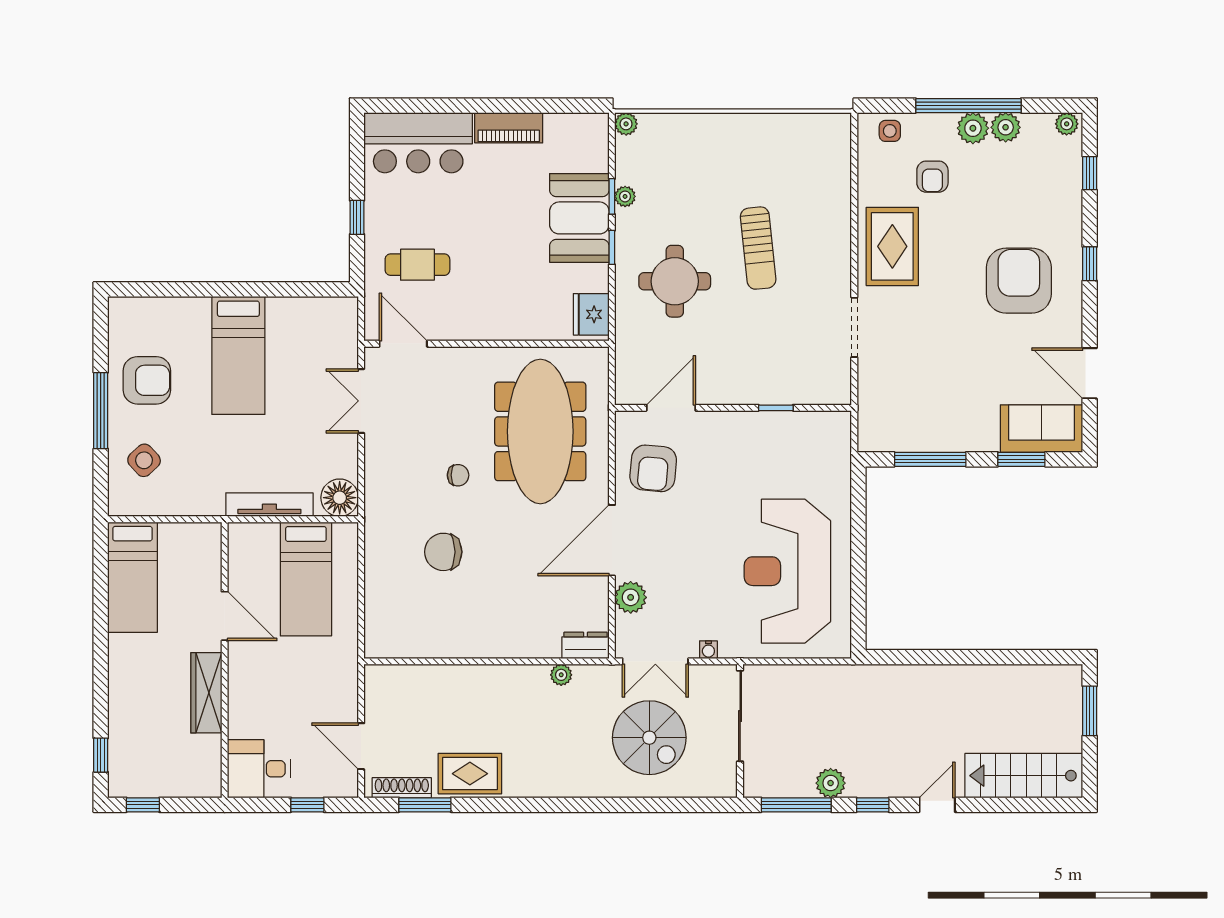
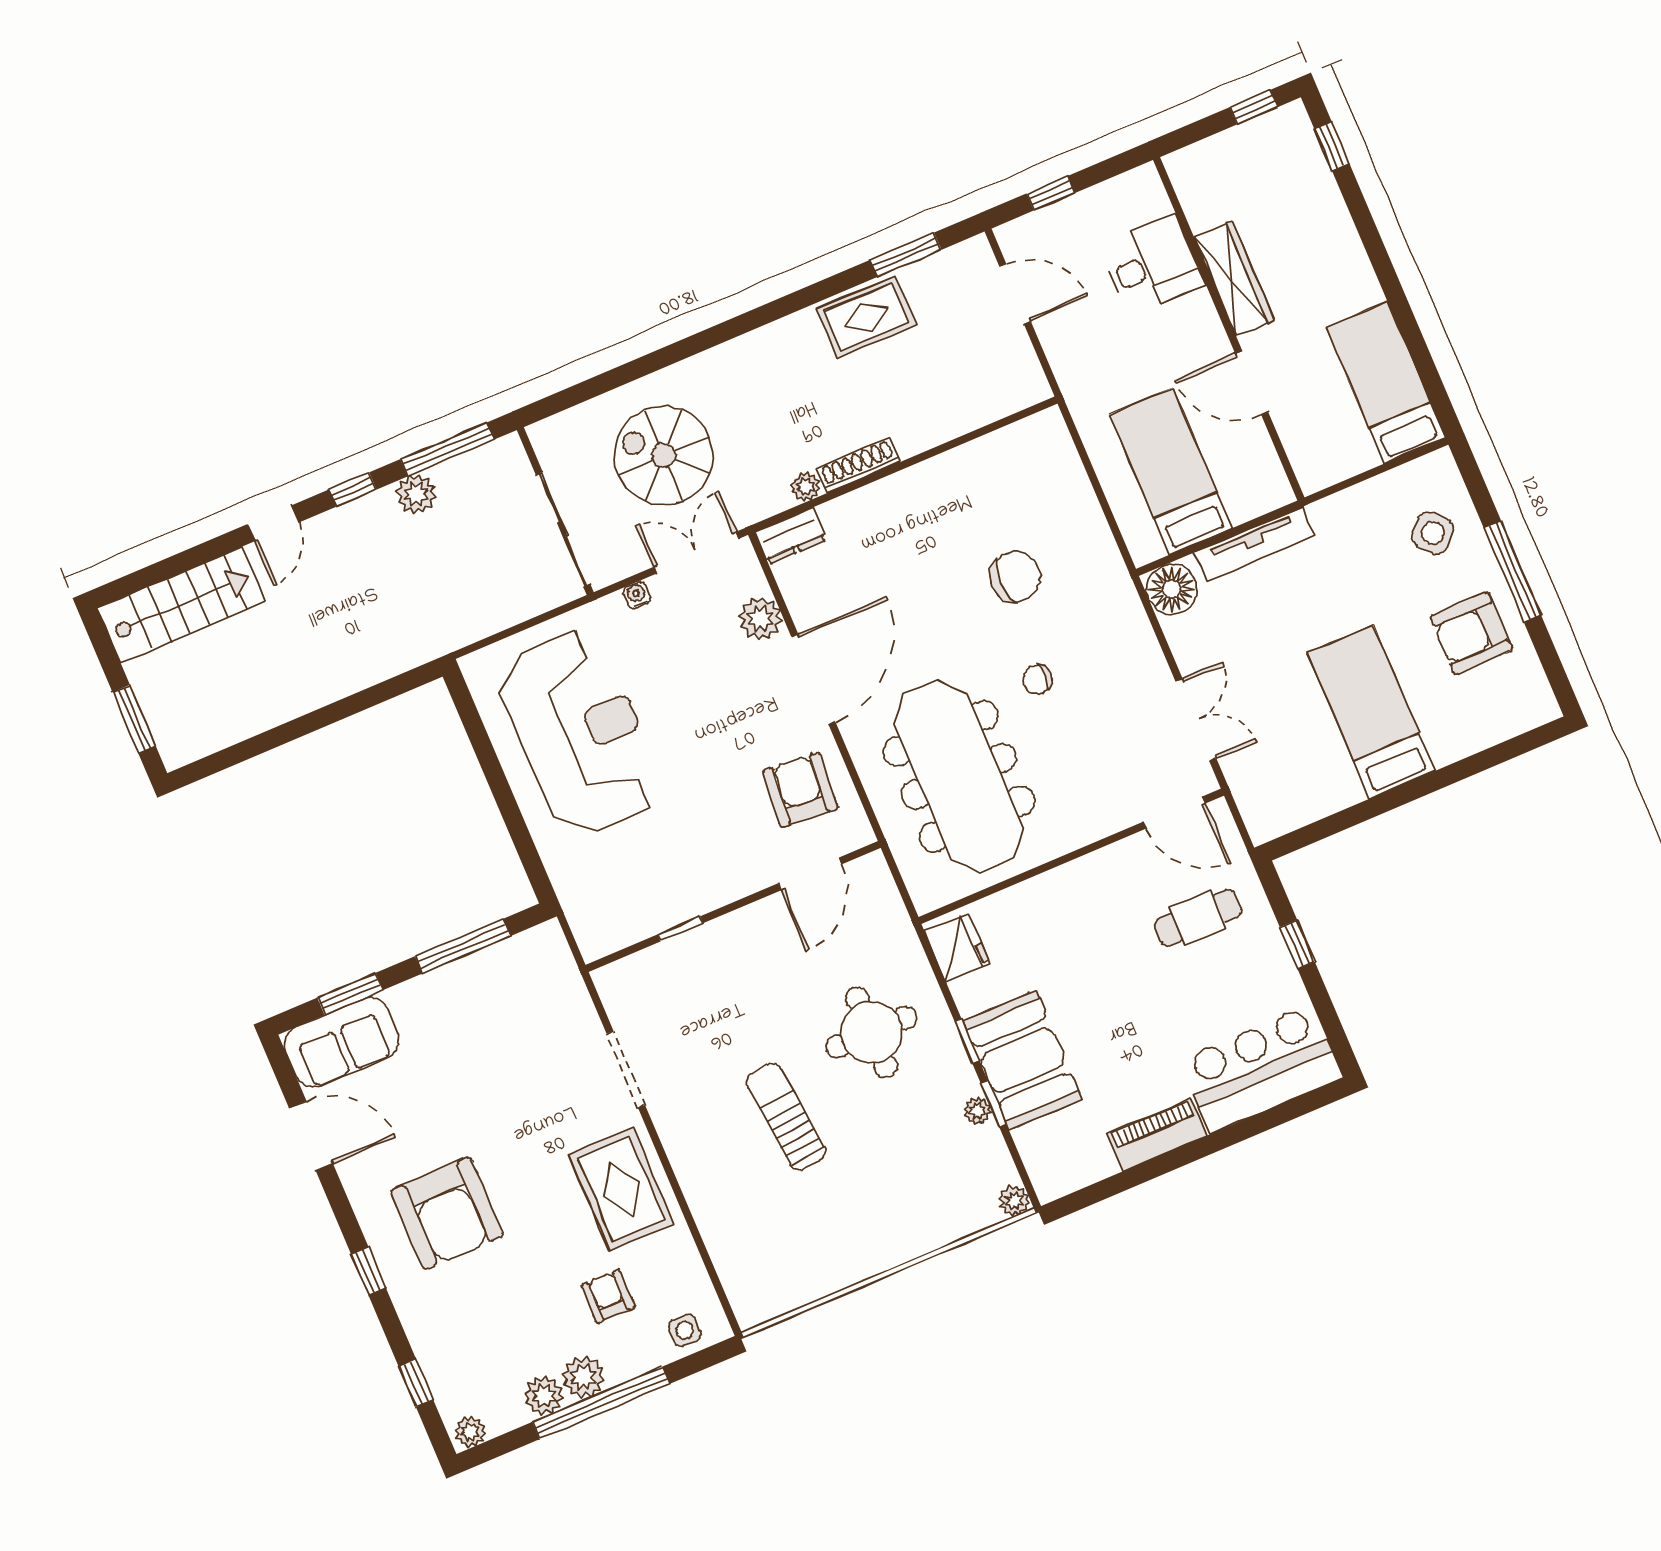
desk: (259, 769) -> (1152, 265), moved
shoe rack: (402, 788) -> (858, 465), moved, turned 180

